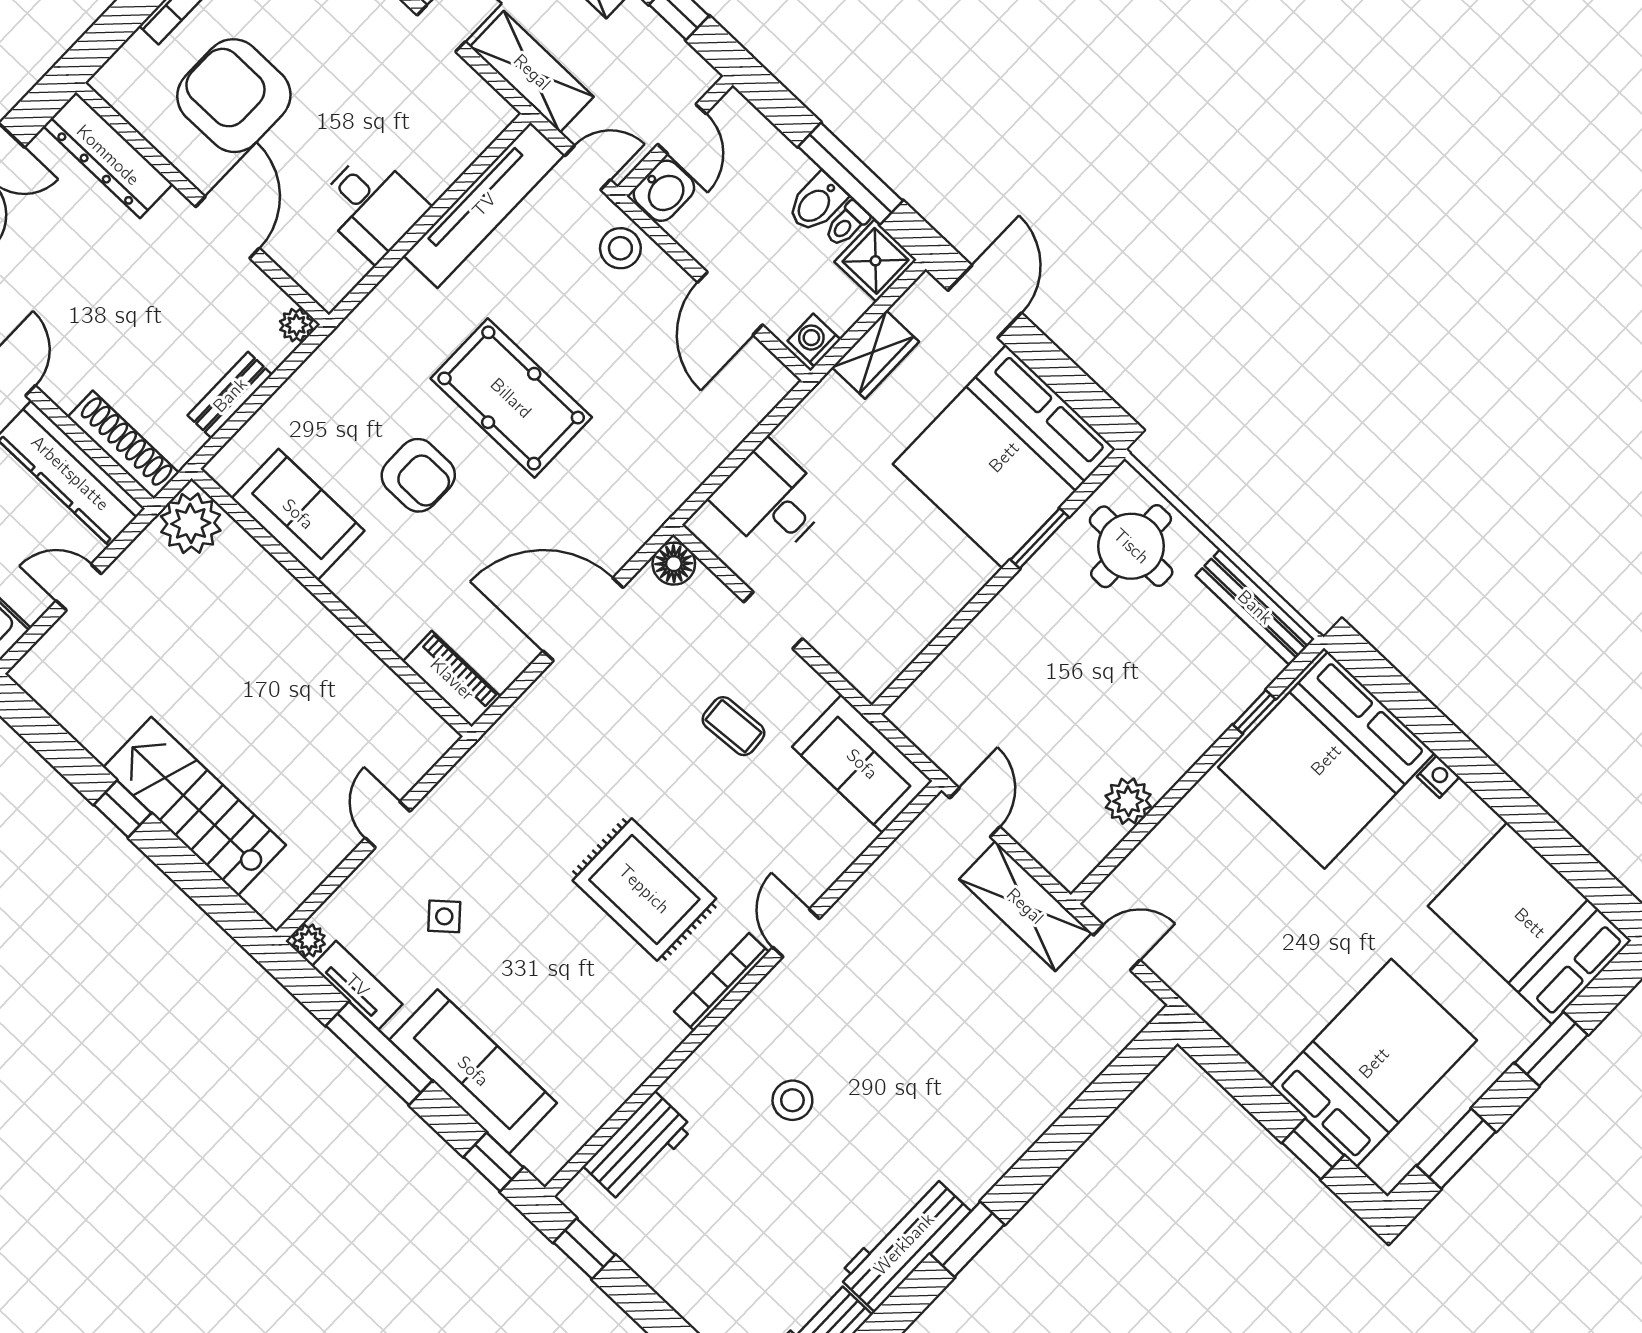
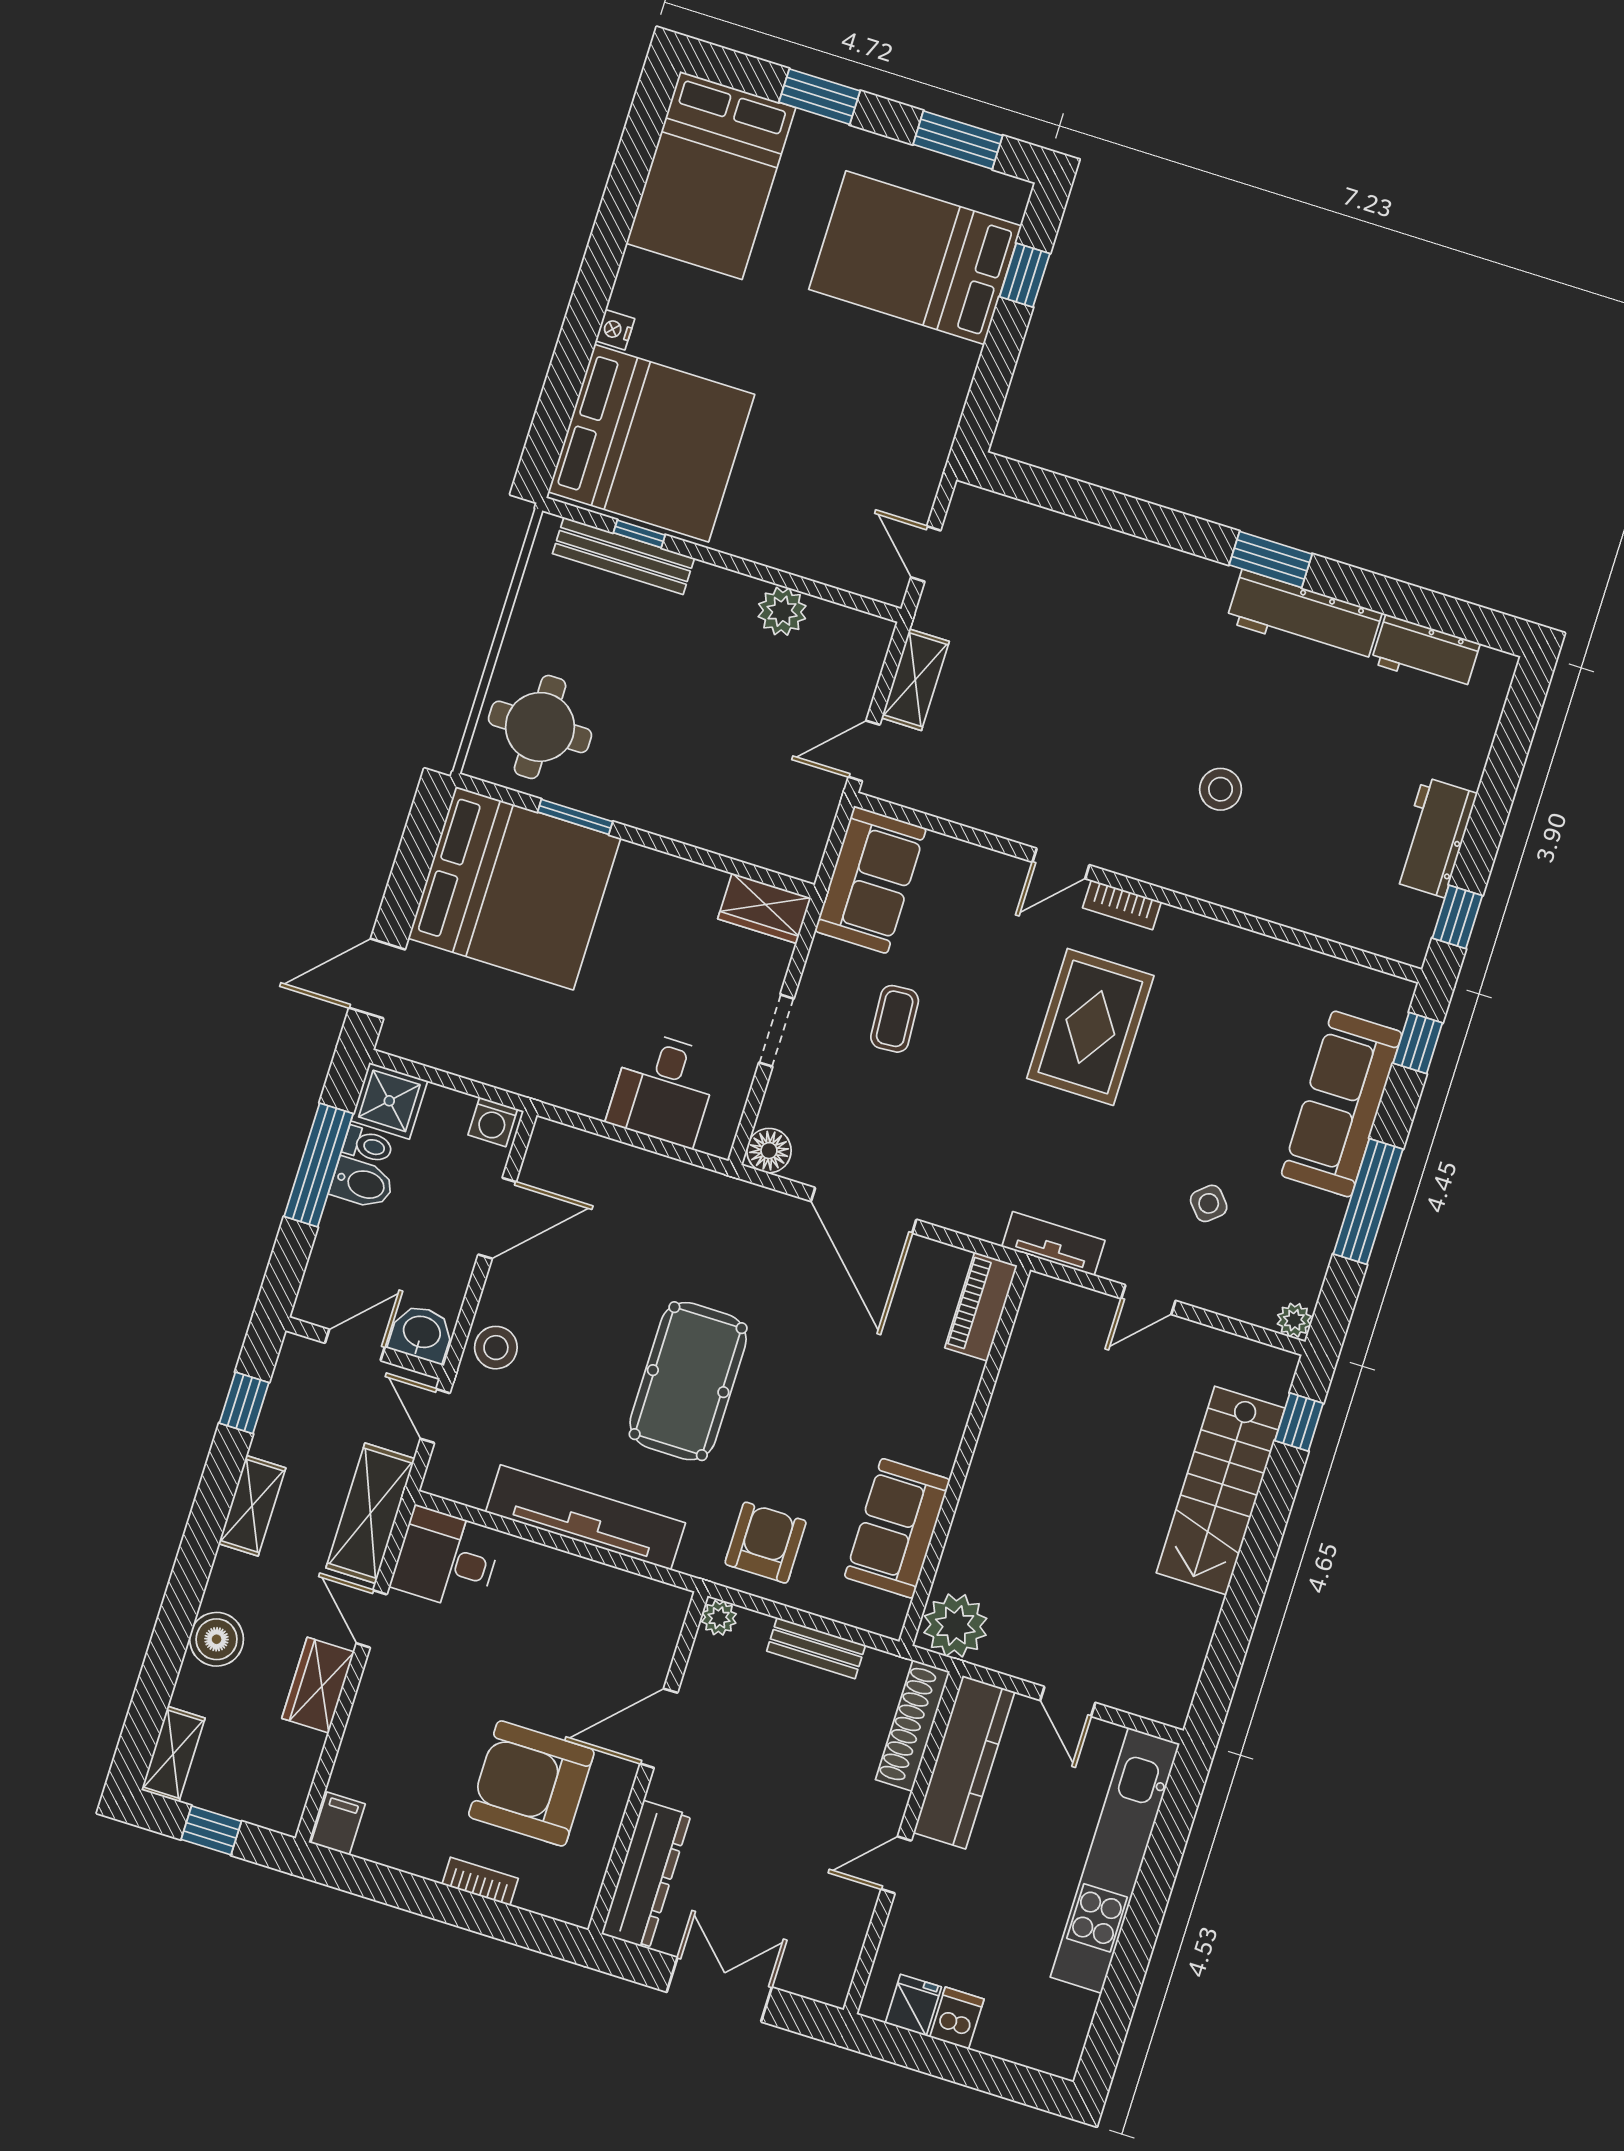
armchair: (234, 96) -> (531, 1783), turned 90
tv unit: (484, 205) -> (585, 1517), moved
desk: (372, 206) -> (446, 1559), moved, turned -90
wardrobe: (875, 354) -> (764, 908), moved, turned 180
armchair: (418, 475) -> (766, 1543), moved
bench: (1255, 607) -> (623, 556), moved, turned 90
window: (122, 809) -> (1299, 1422), moved
shelving: (1025, 906) -> (915, 680), width x0.67, depth x0.75
bookcase: (722, 982) -> (1122, 905), width x0.64
tv unit: (357, 985) -> (1053, 1244), moved, turned 90
workbench: (638, 1147) -> (1434, 837), moved, turned -90

